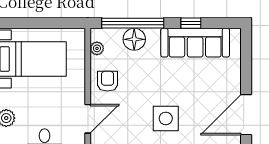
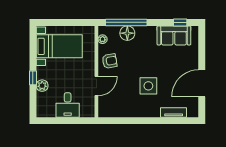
window: (191, 23) -> (180, 22), moved
sofa: (195, 43) -> (174, 35), width x0.73
armchair: (108, 81) -> (110, 61), turned 80

